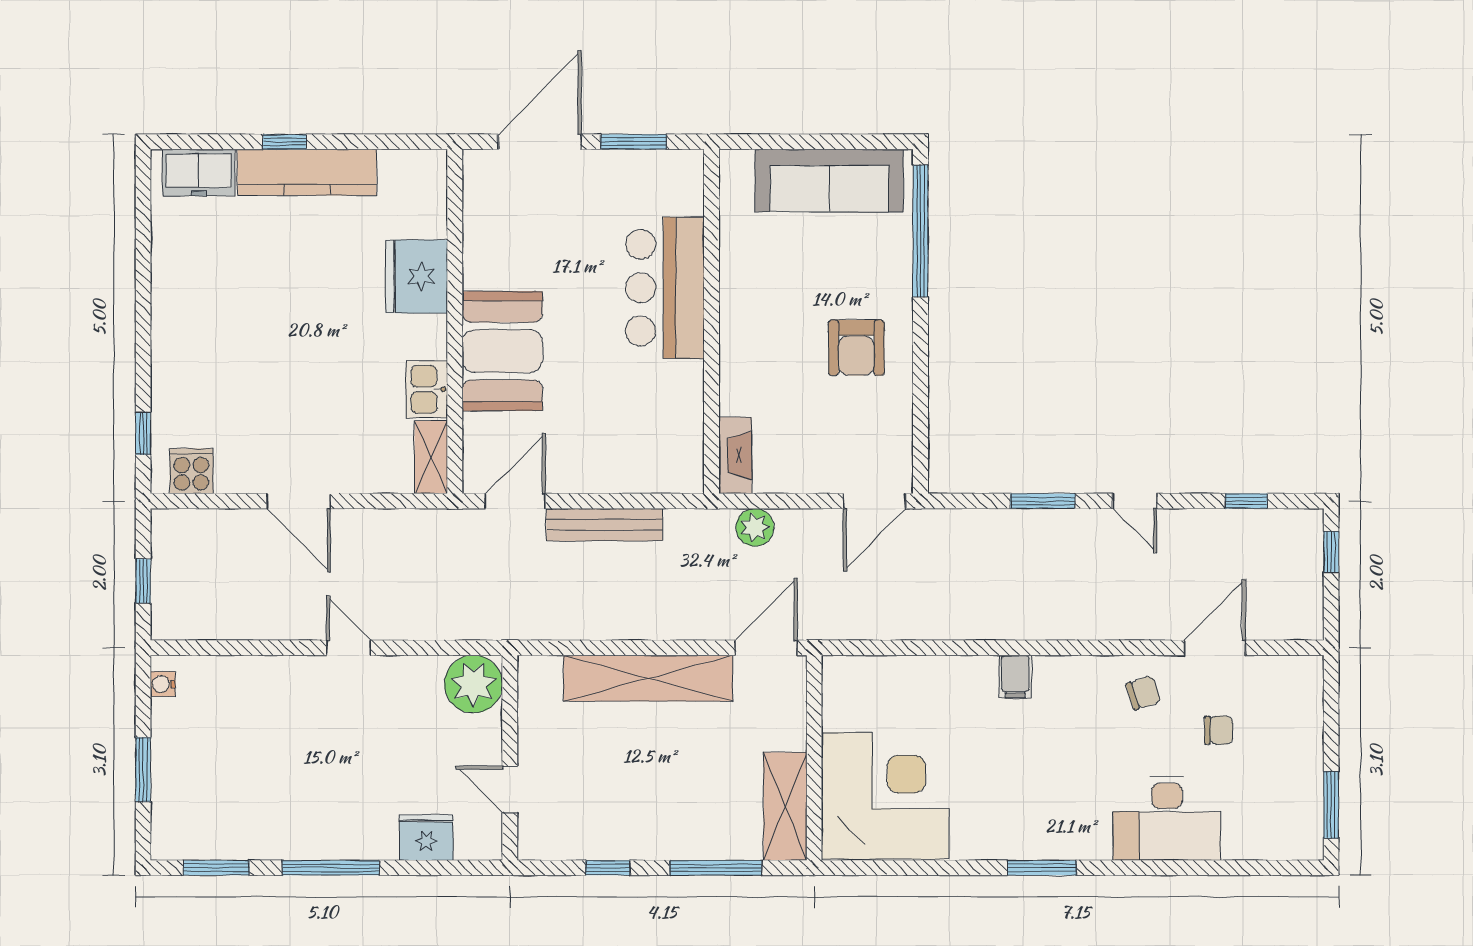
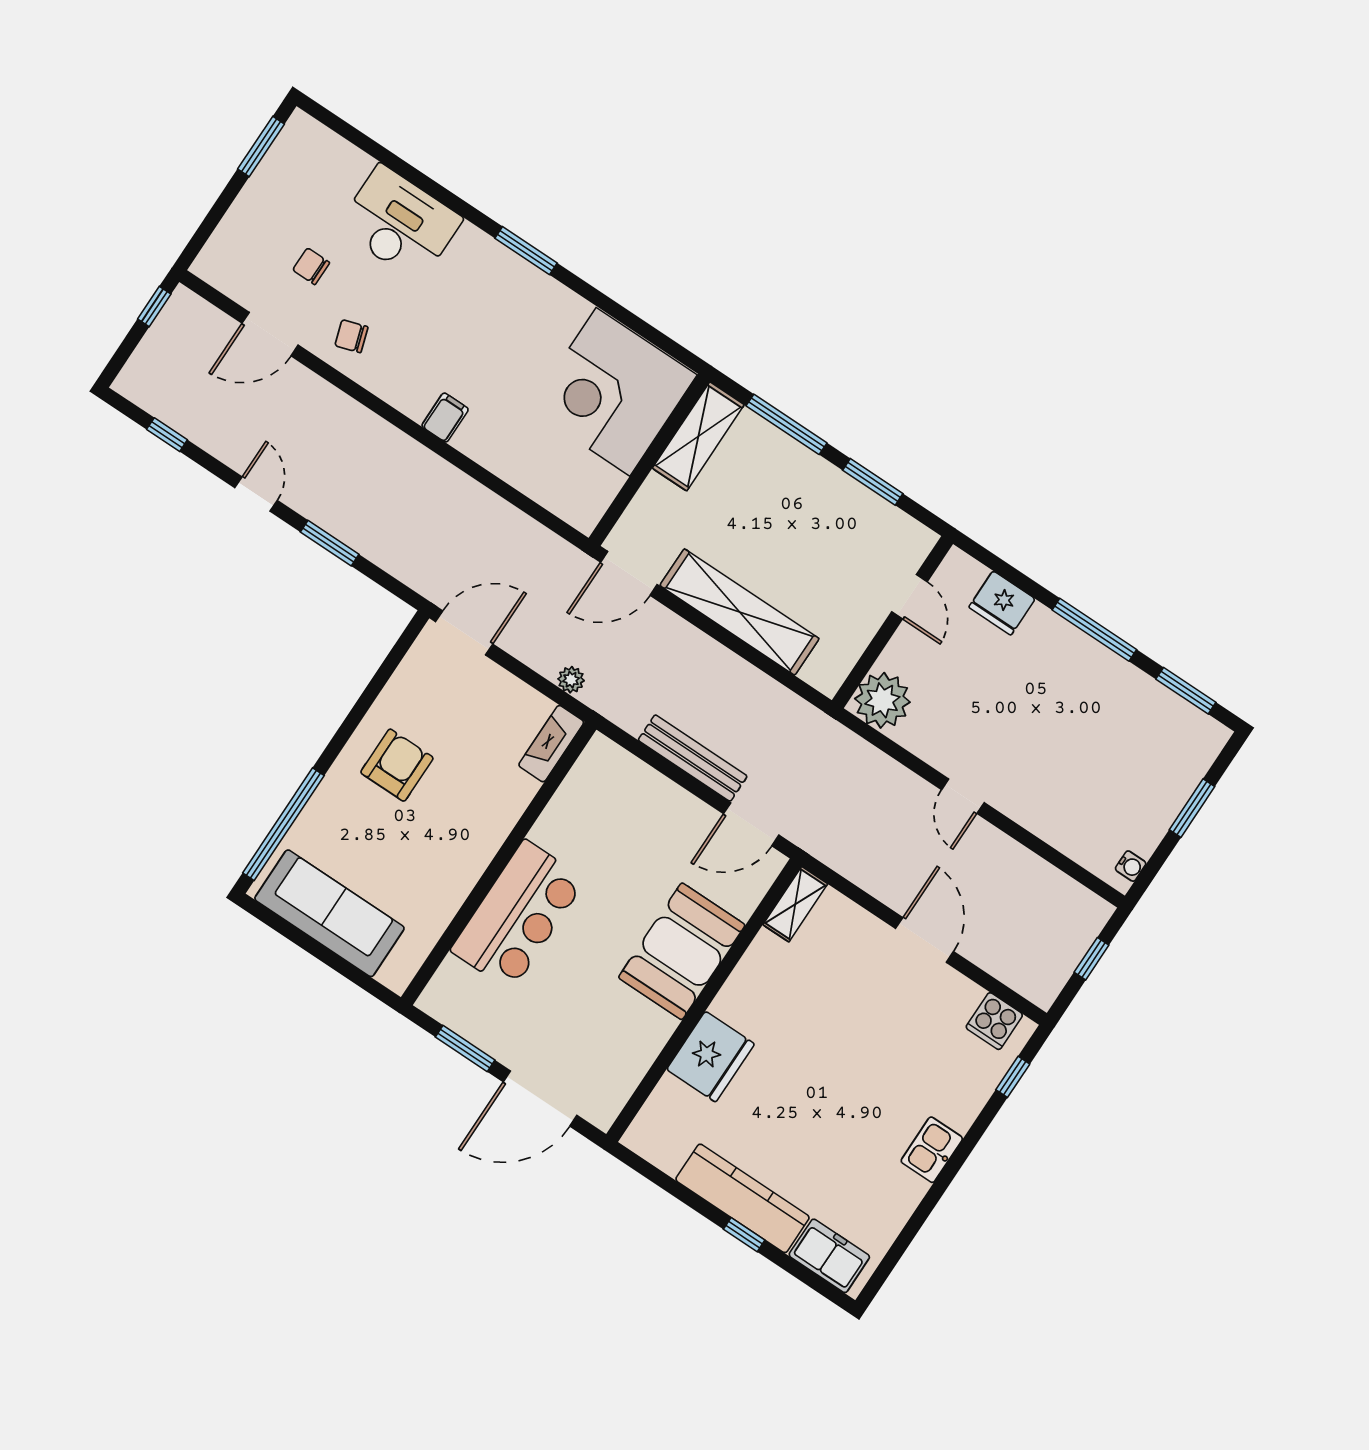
kitchen sink: (427, 389) -> (932, 1150), moved, turned 180
plant: (755, 527) -> (571, 680), width x0.73, depth x0.73
window: (1331, 552) -> (154, 307), moved
window: (608, 868) -> (873, 482), width x1.50

